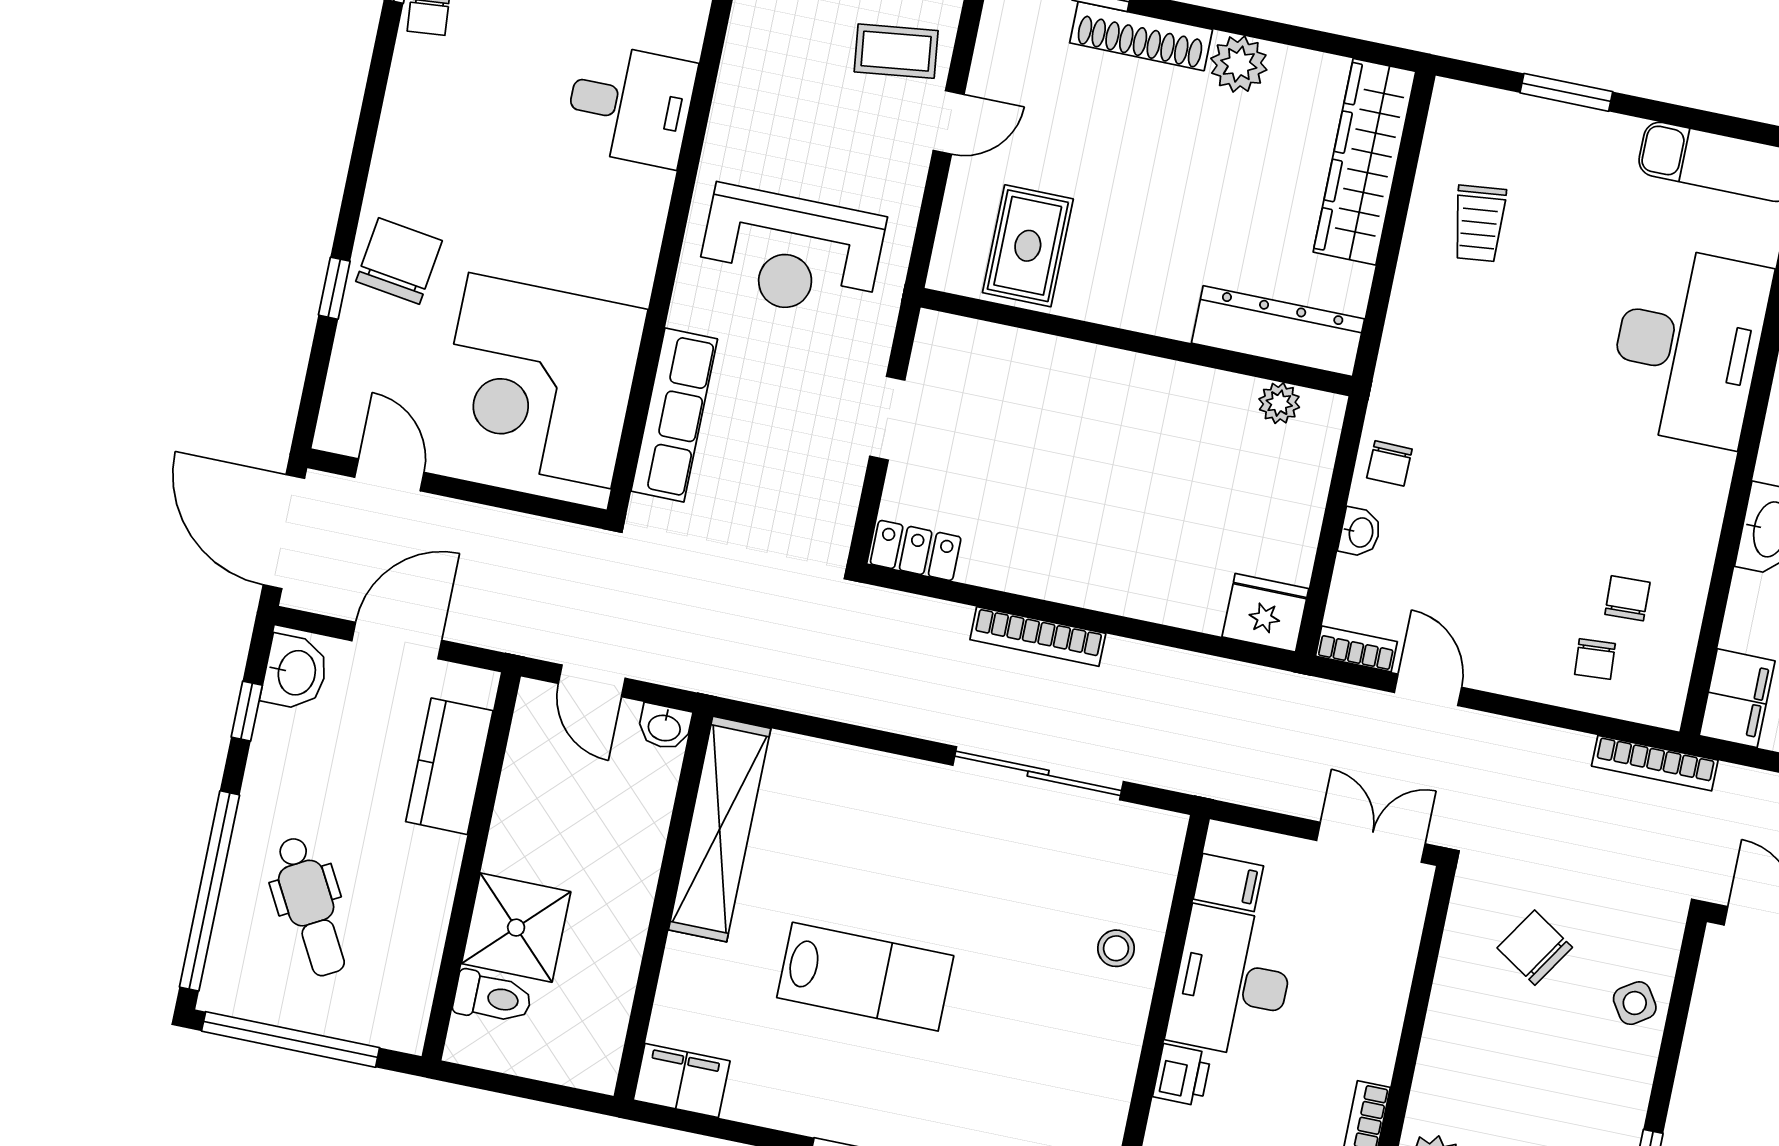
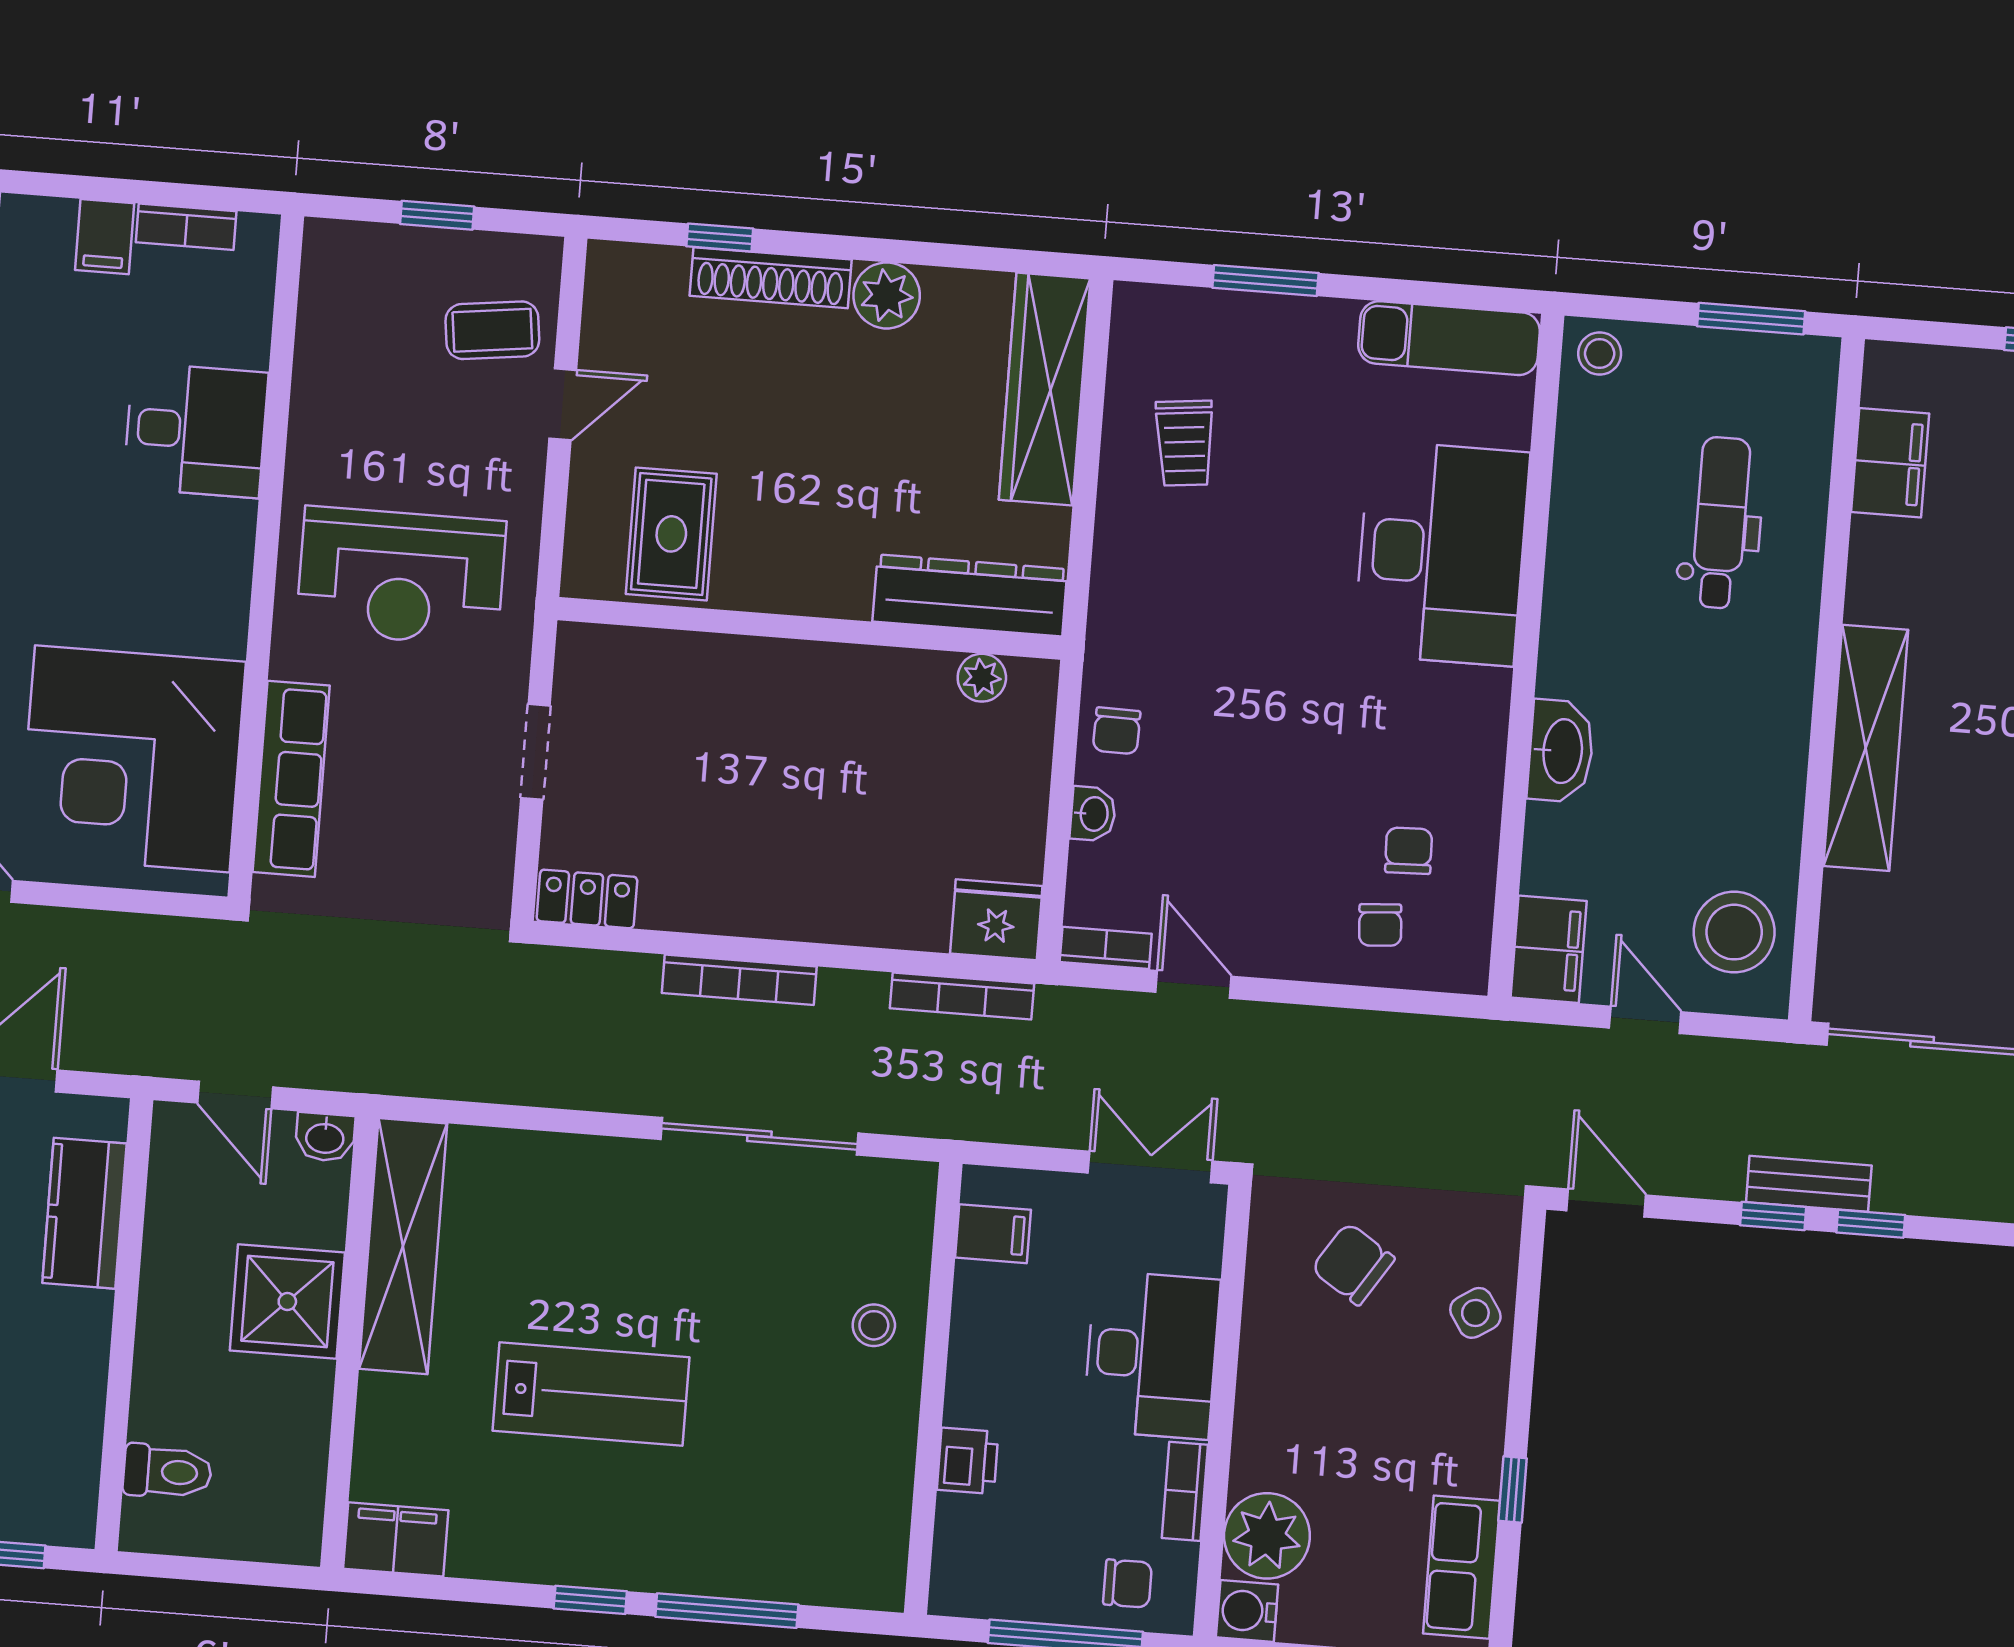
bookcase: (1655, 763) -> (962, 996), moved
shower: (516, 928) -> (287, 1302), moved
desk: (1232, 982) -> (1152, 1355), moved, turned 180

